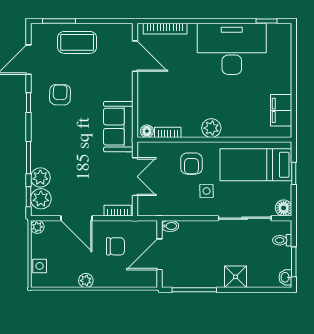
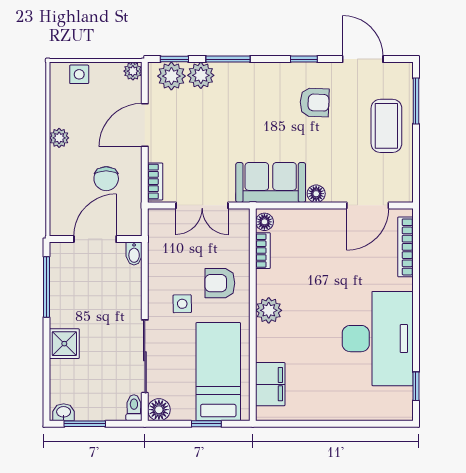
floor lamp: (126, 94) -> (316, 194), added
filing cabinet: (281, 110) -> (270, 384), moved, turned 90
toilet: (282, 240) -> (134, 408), moved
door: (159, 254) -> (95, 239), hinge flipped

